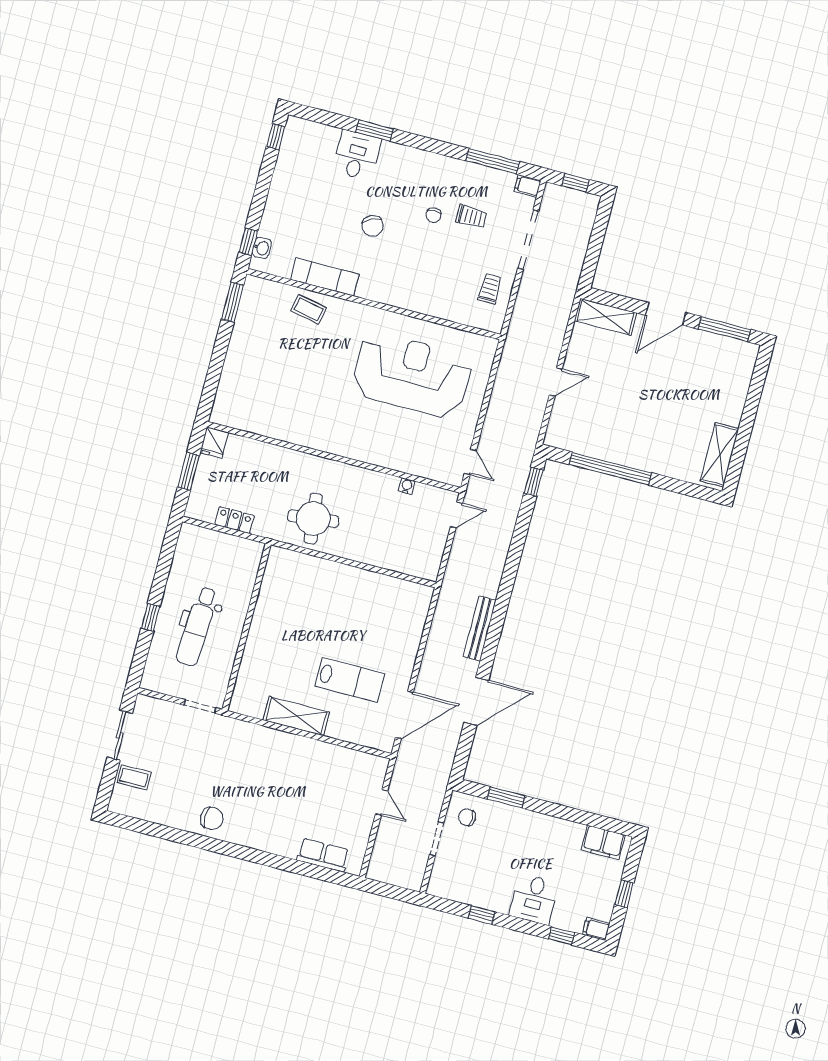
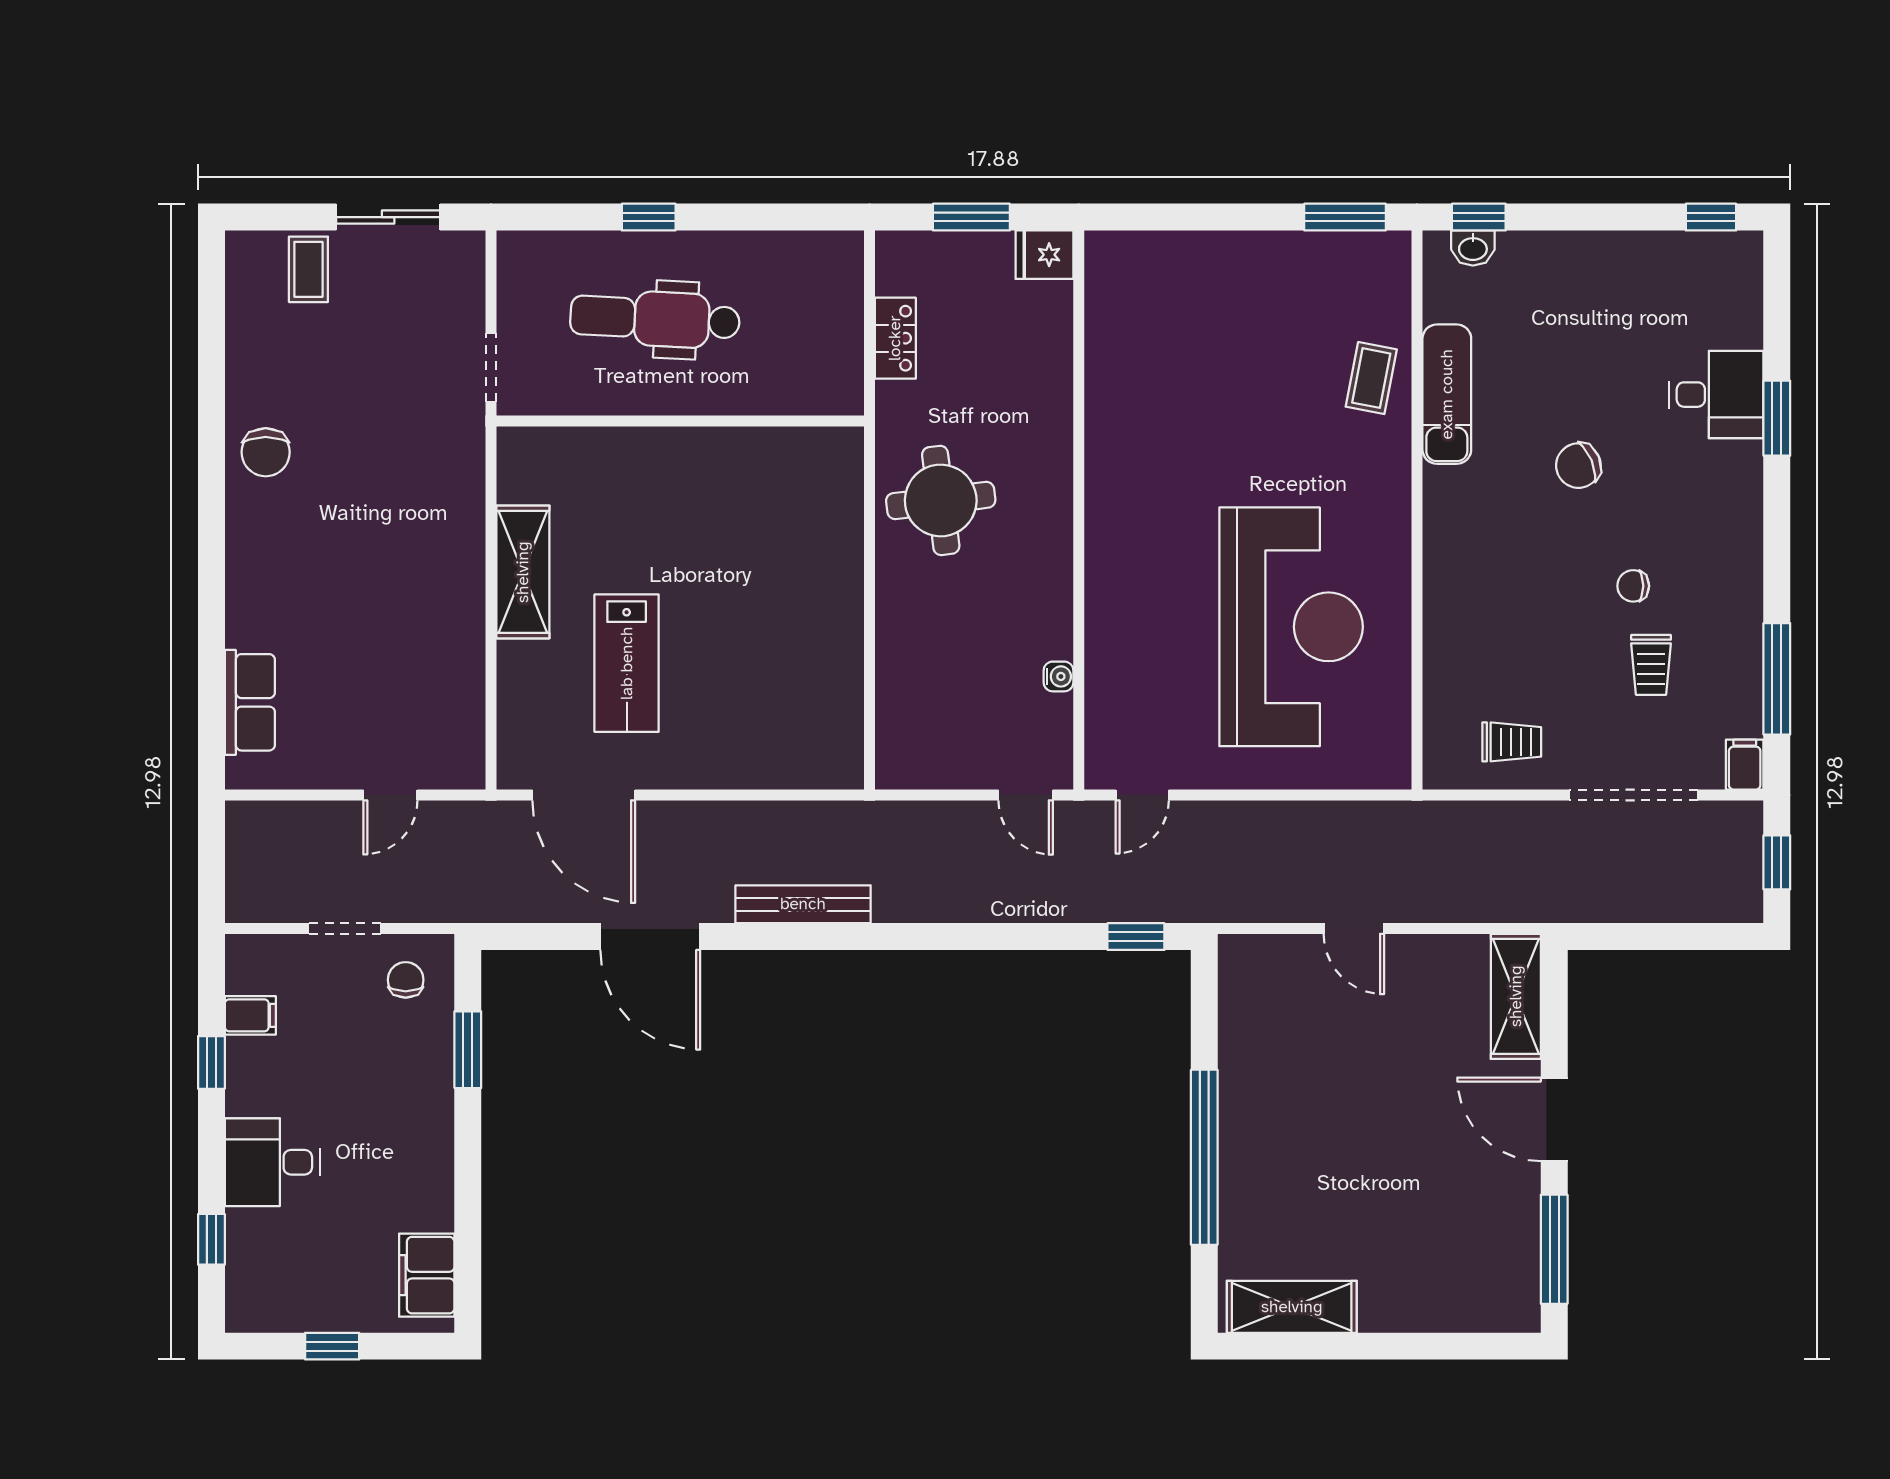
window: (610, 469) -> (1204, 1157), moved
filing cabinet: (596, 929) -> (250, 1015), moved, turned 90

